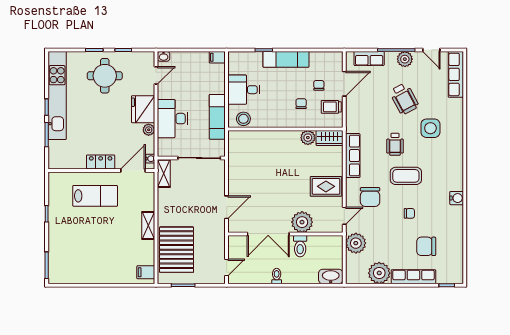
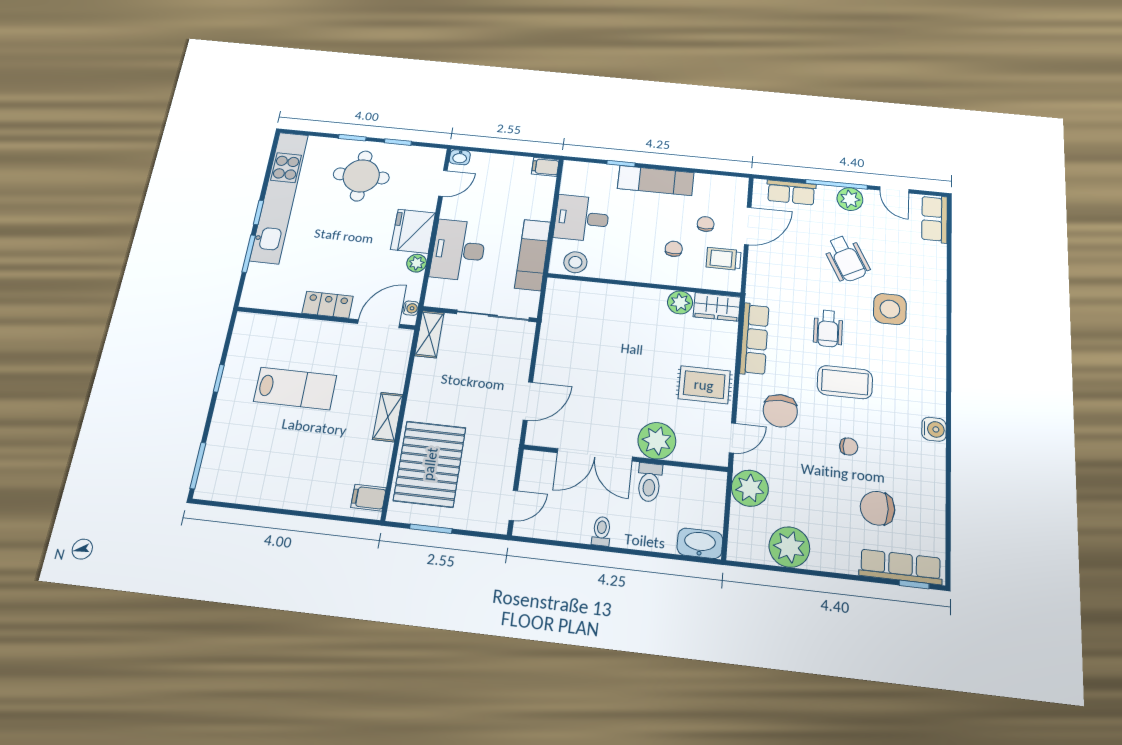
row of seats: (456, 74) -> (934, 219), width x0.68
lab bench: (95, 196) -> (295, 389), moved
row of seats: (413, 277) -> (900, 567), moved

